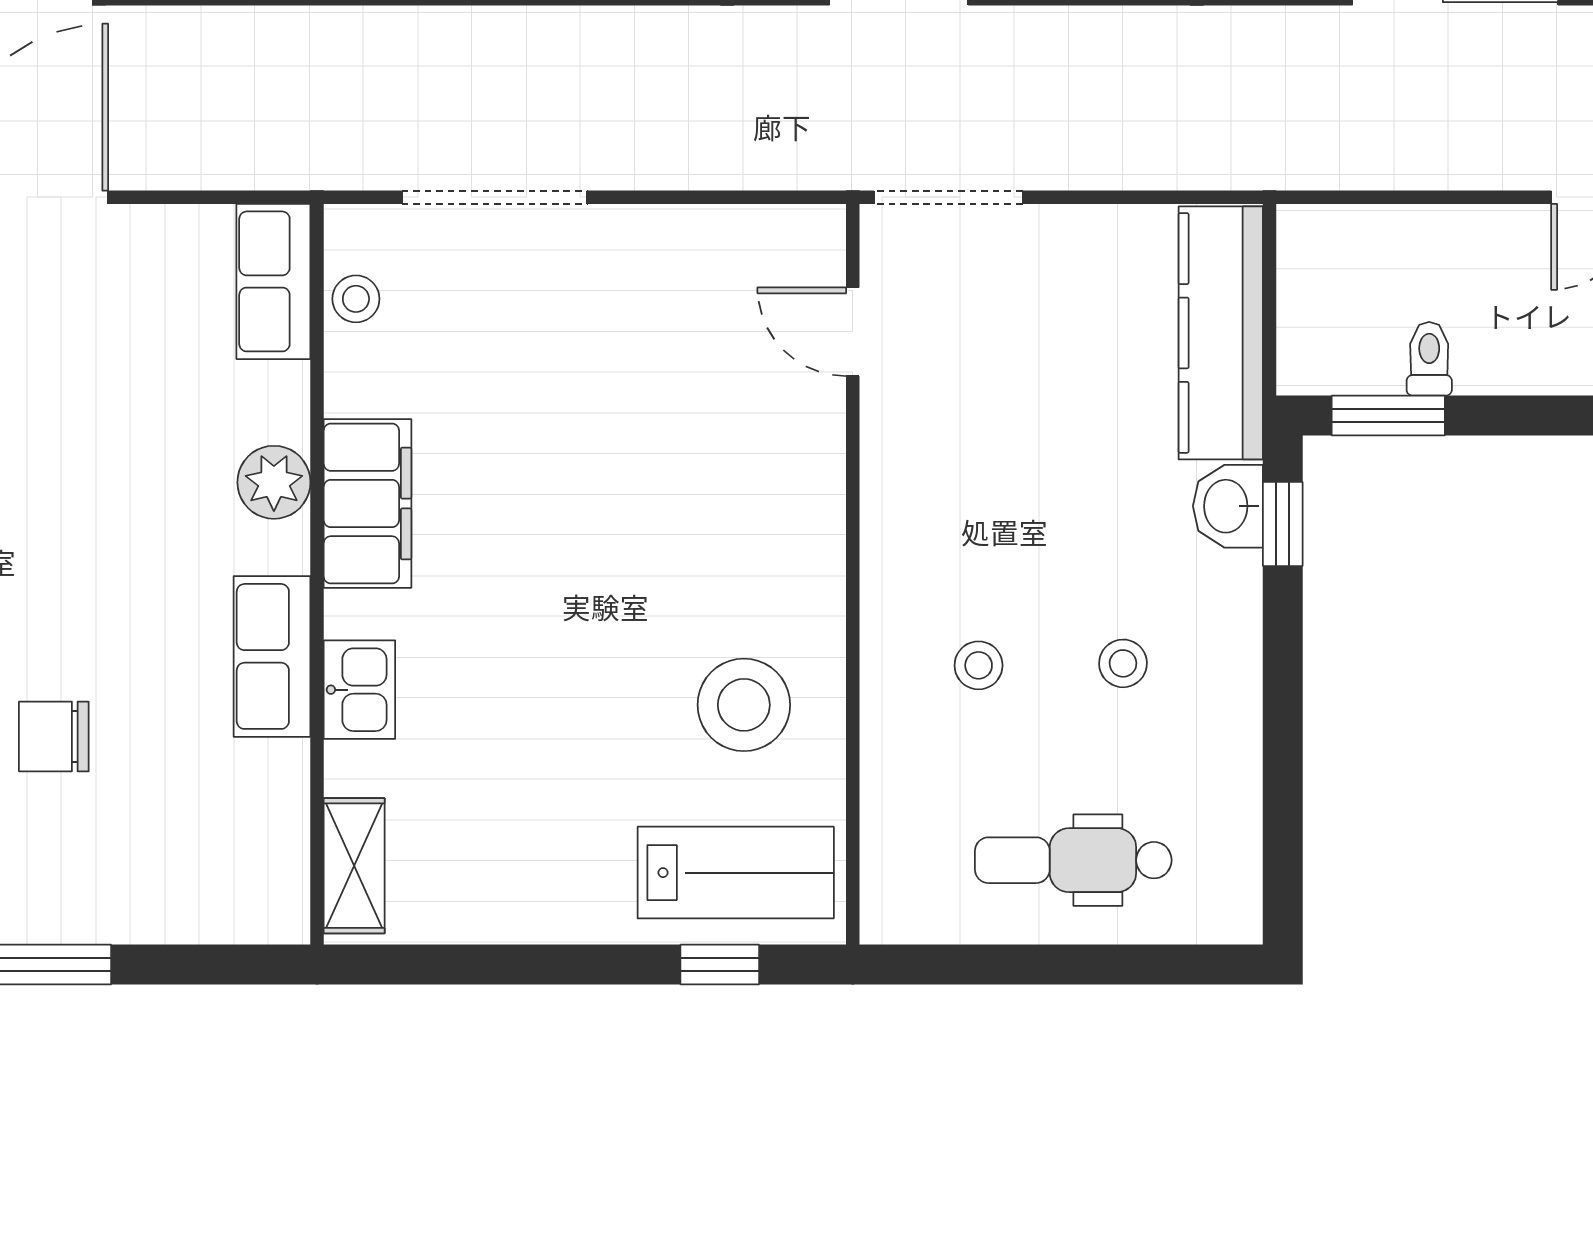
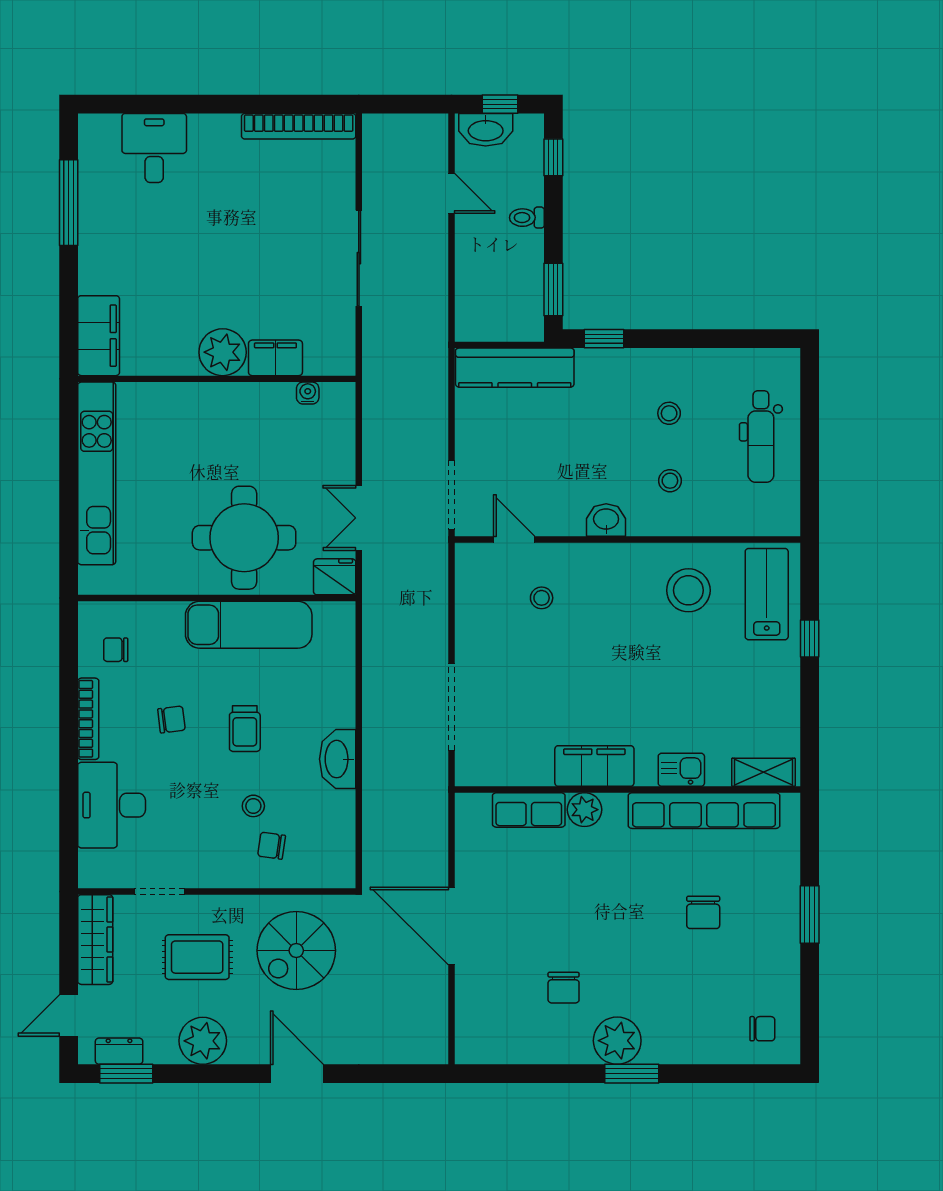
row of seats: (273, 281) -> (529, 810), moved
stool: (356, 299) -> (542, 598), moved
door: (853, 332) -> (514, 539), swing flipped
toilet: (1429, 359) -> (527, 218), moved
washbasin: (1228, 506) -> (606, 520), moved, turned 180
row of seats: (272, 656) -> (704, 811), width x2.02
window: (720, 964) -> (810, 639), moved

